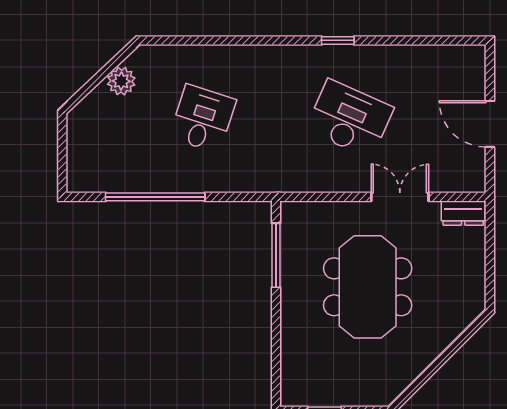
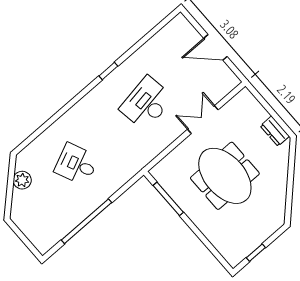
desk: (203, 119) -> (77, 164), turned -42
desk: (350, 119) -> (146, 103), turned -33
dresser: (463, 213) -> (275, 131), moved, turned 90

